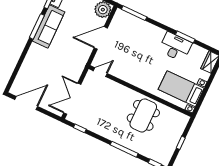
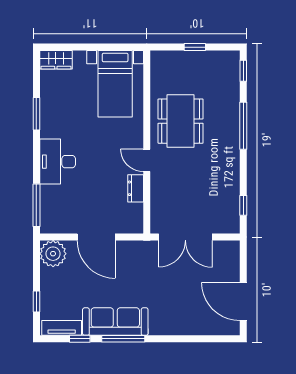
desk: (175, 47) -> (58, 162), moved
door: (100, 72) -> (147, 160), moved
dresser: (118, 73) -> (136, 188), added
double door: (72, 99) -> (185, 237), moved
dining table: (143, 115) -> (181, 121), turned 90

